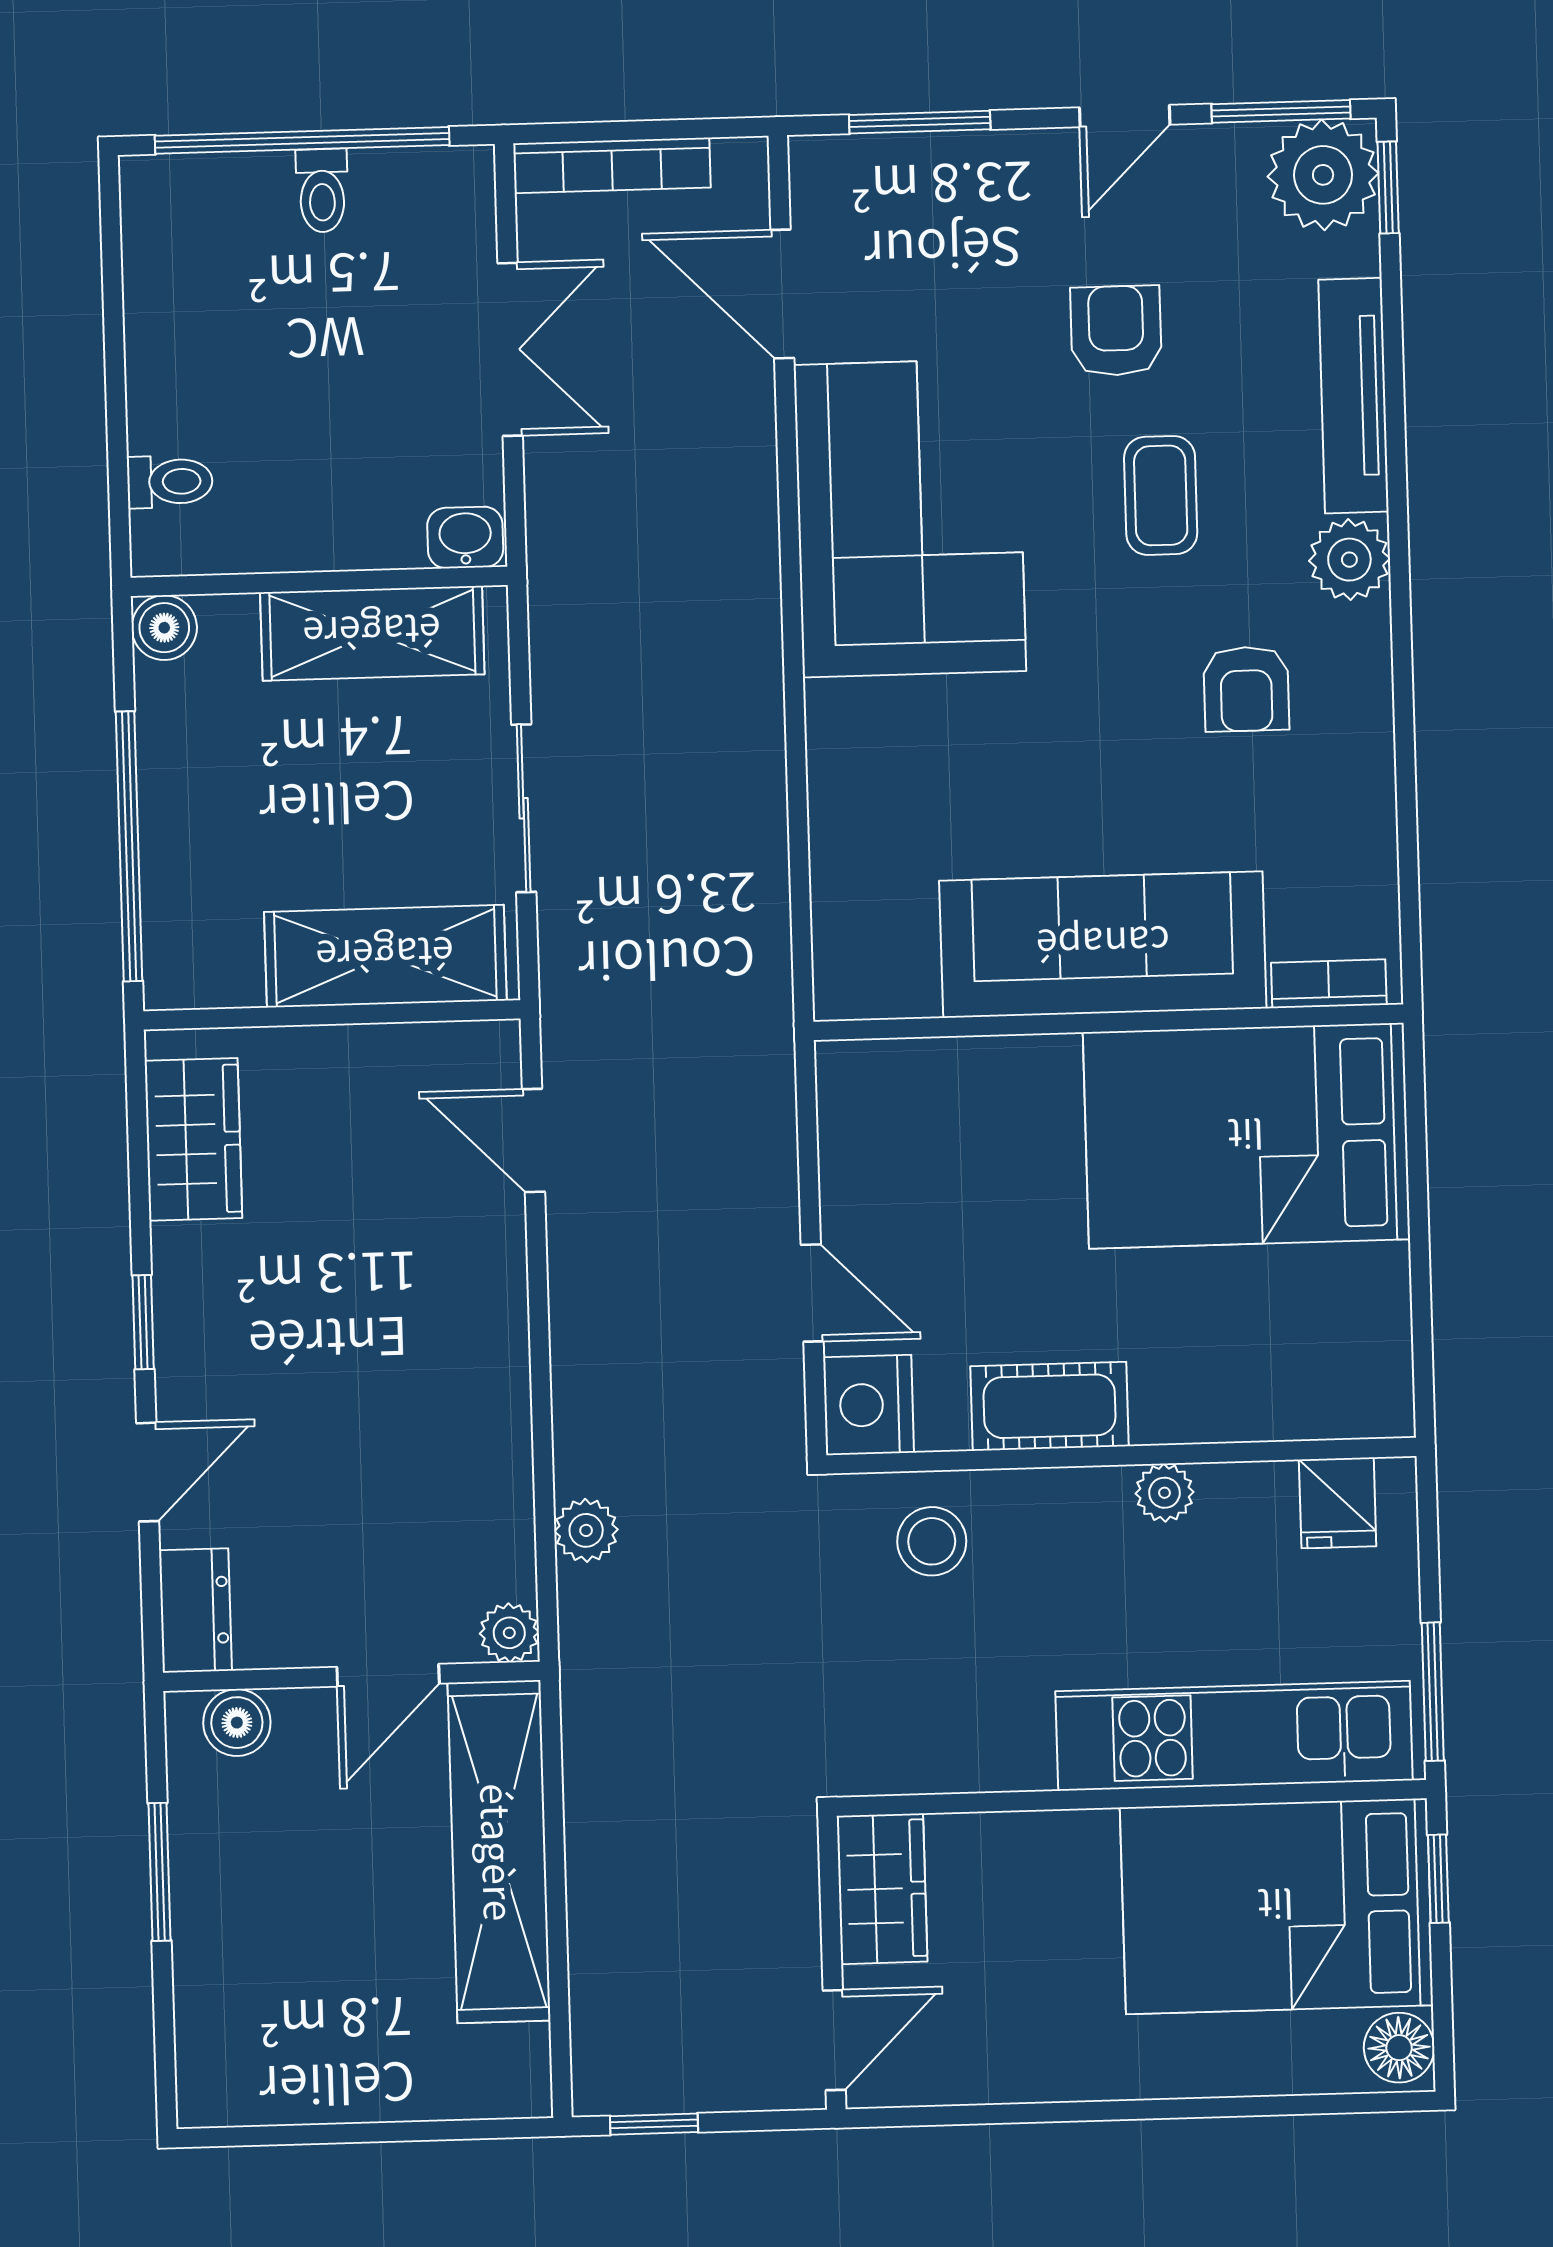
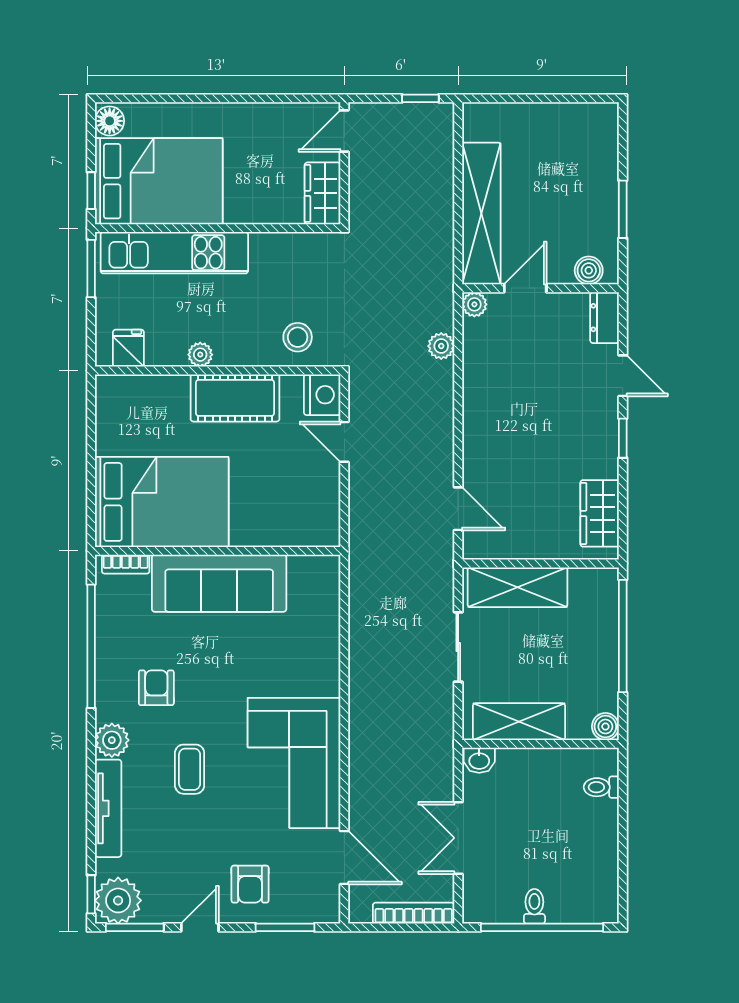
armchair: (1116, 331) -> (250, 884), moved
window: (1406, 784) -> (91, 646), added
cot: (1049, 1406) -> (235, 398), width x1.37, depth x1.34
door: (148, 1472) -> (623, 376), swing flipped

